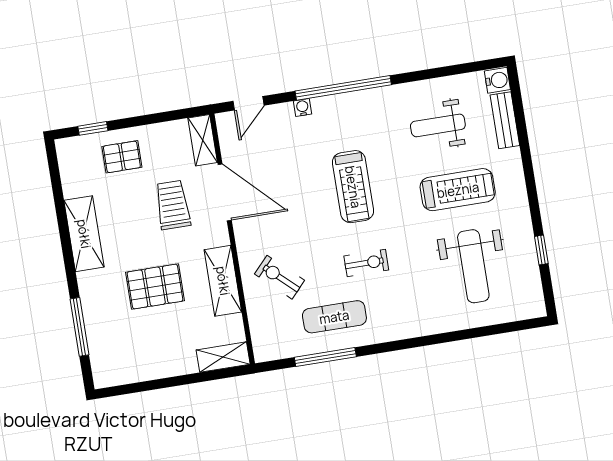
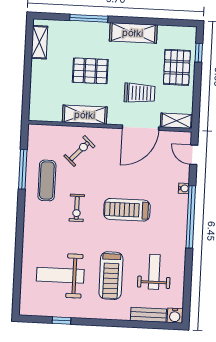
pallet: (122, 157) -> (177, 67), width x1.50, depth x1.42
pallet: (155, 287) -> (90, 71), turned 90
window: (79, 327) -> (89, 18), moved
shelving: (223, 357) -> (39, 42), moved

